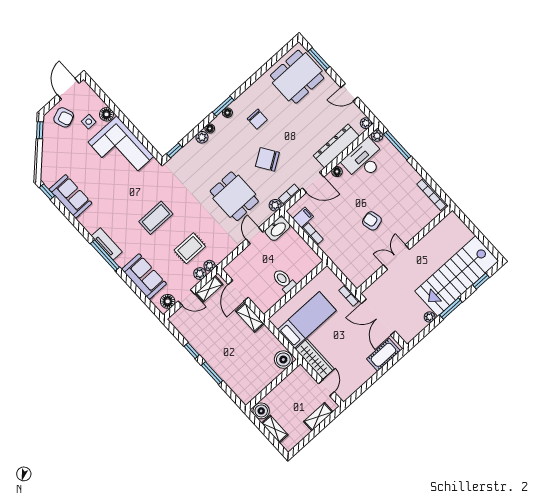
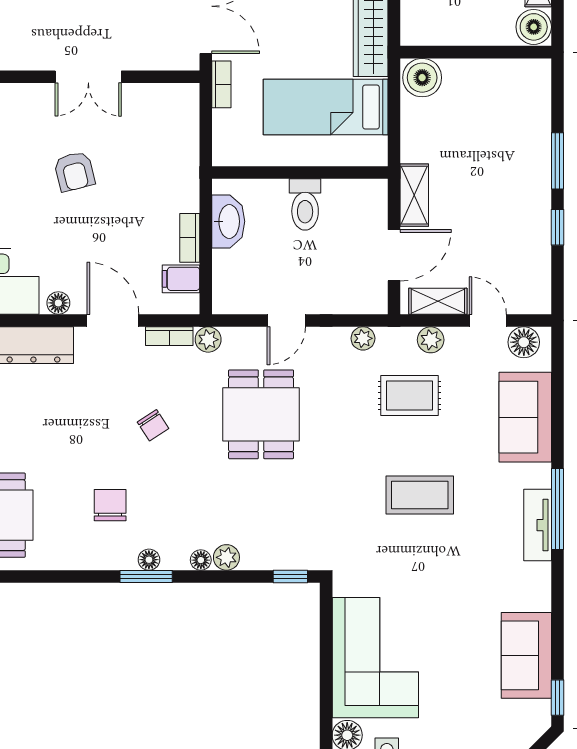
chair: (267, 159) -> (153, 425), width x0.54, depth x0.54
washbasin: (278, 229) -> (228, 221), moved, turned 90
plant: (210, 266) -> (363, 338), moved

